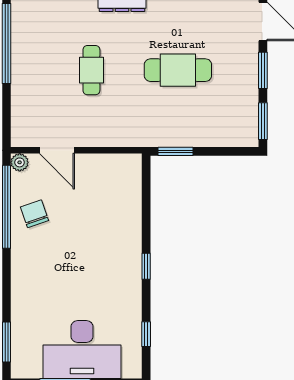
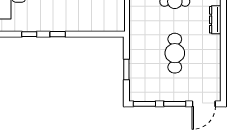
window: (175, 151) -> (126, 70), moved
window: (146, 334) -> (29, 34), moved

